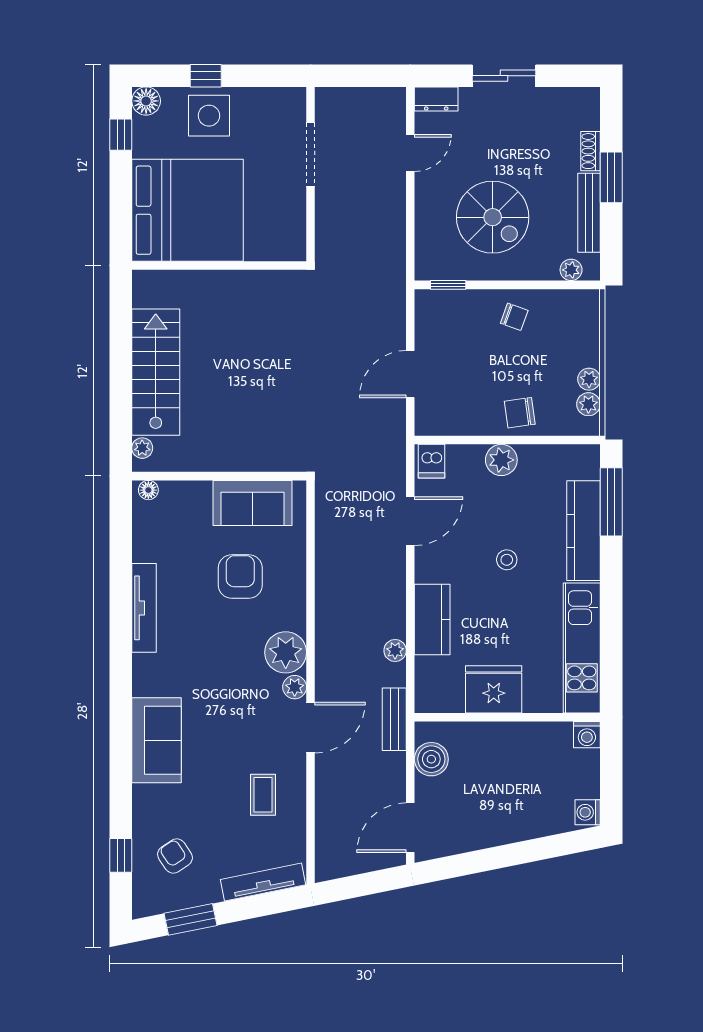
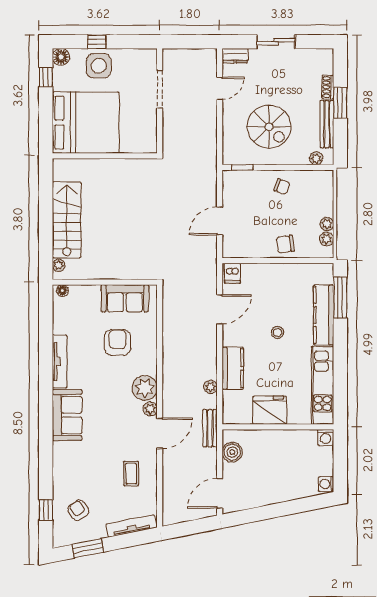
plant: (501, 460) -> (274, 273), removed
sofa: (157, 740) -> (67, 415), moved

